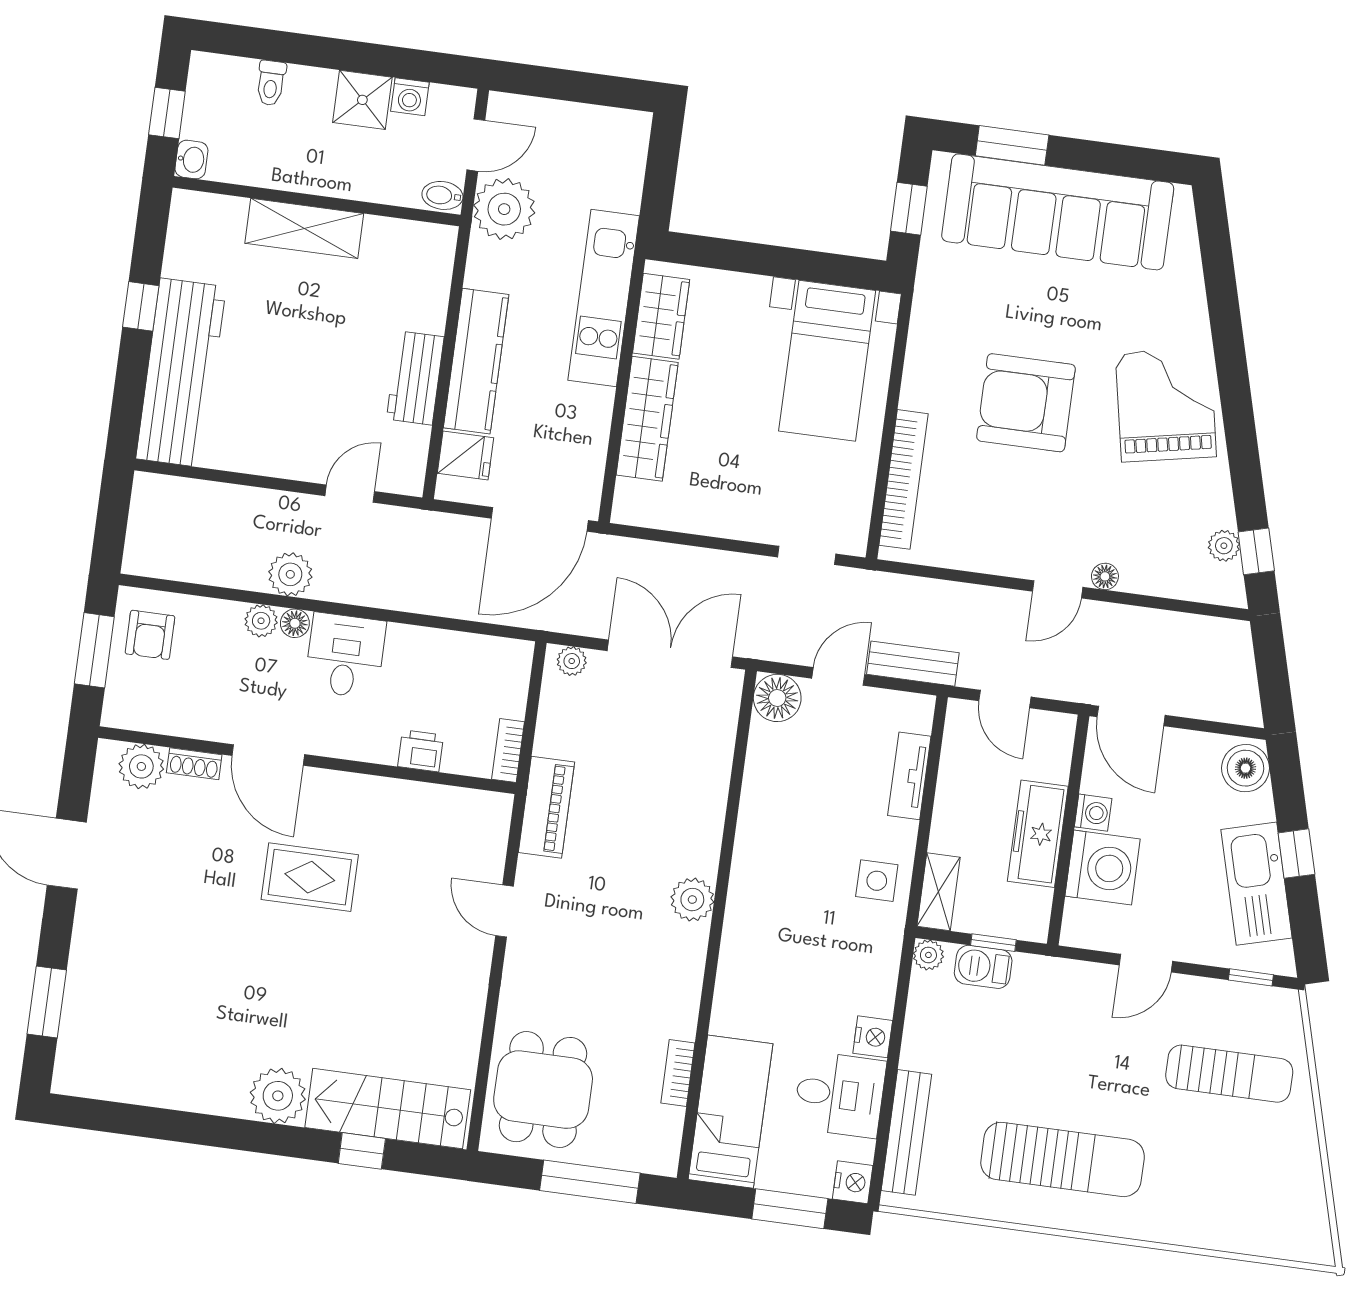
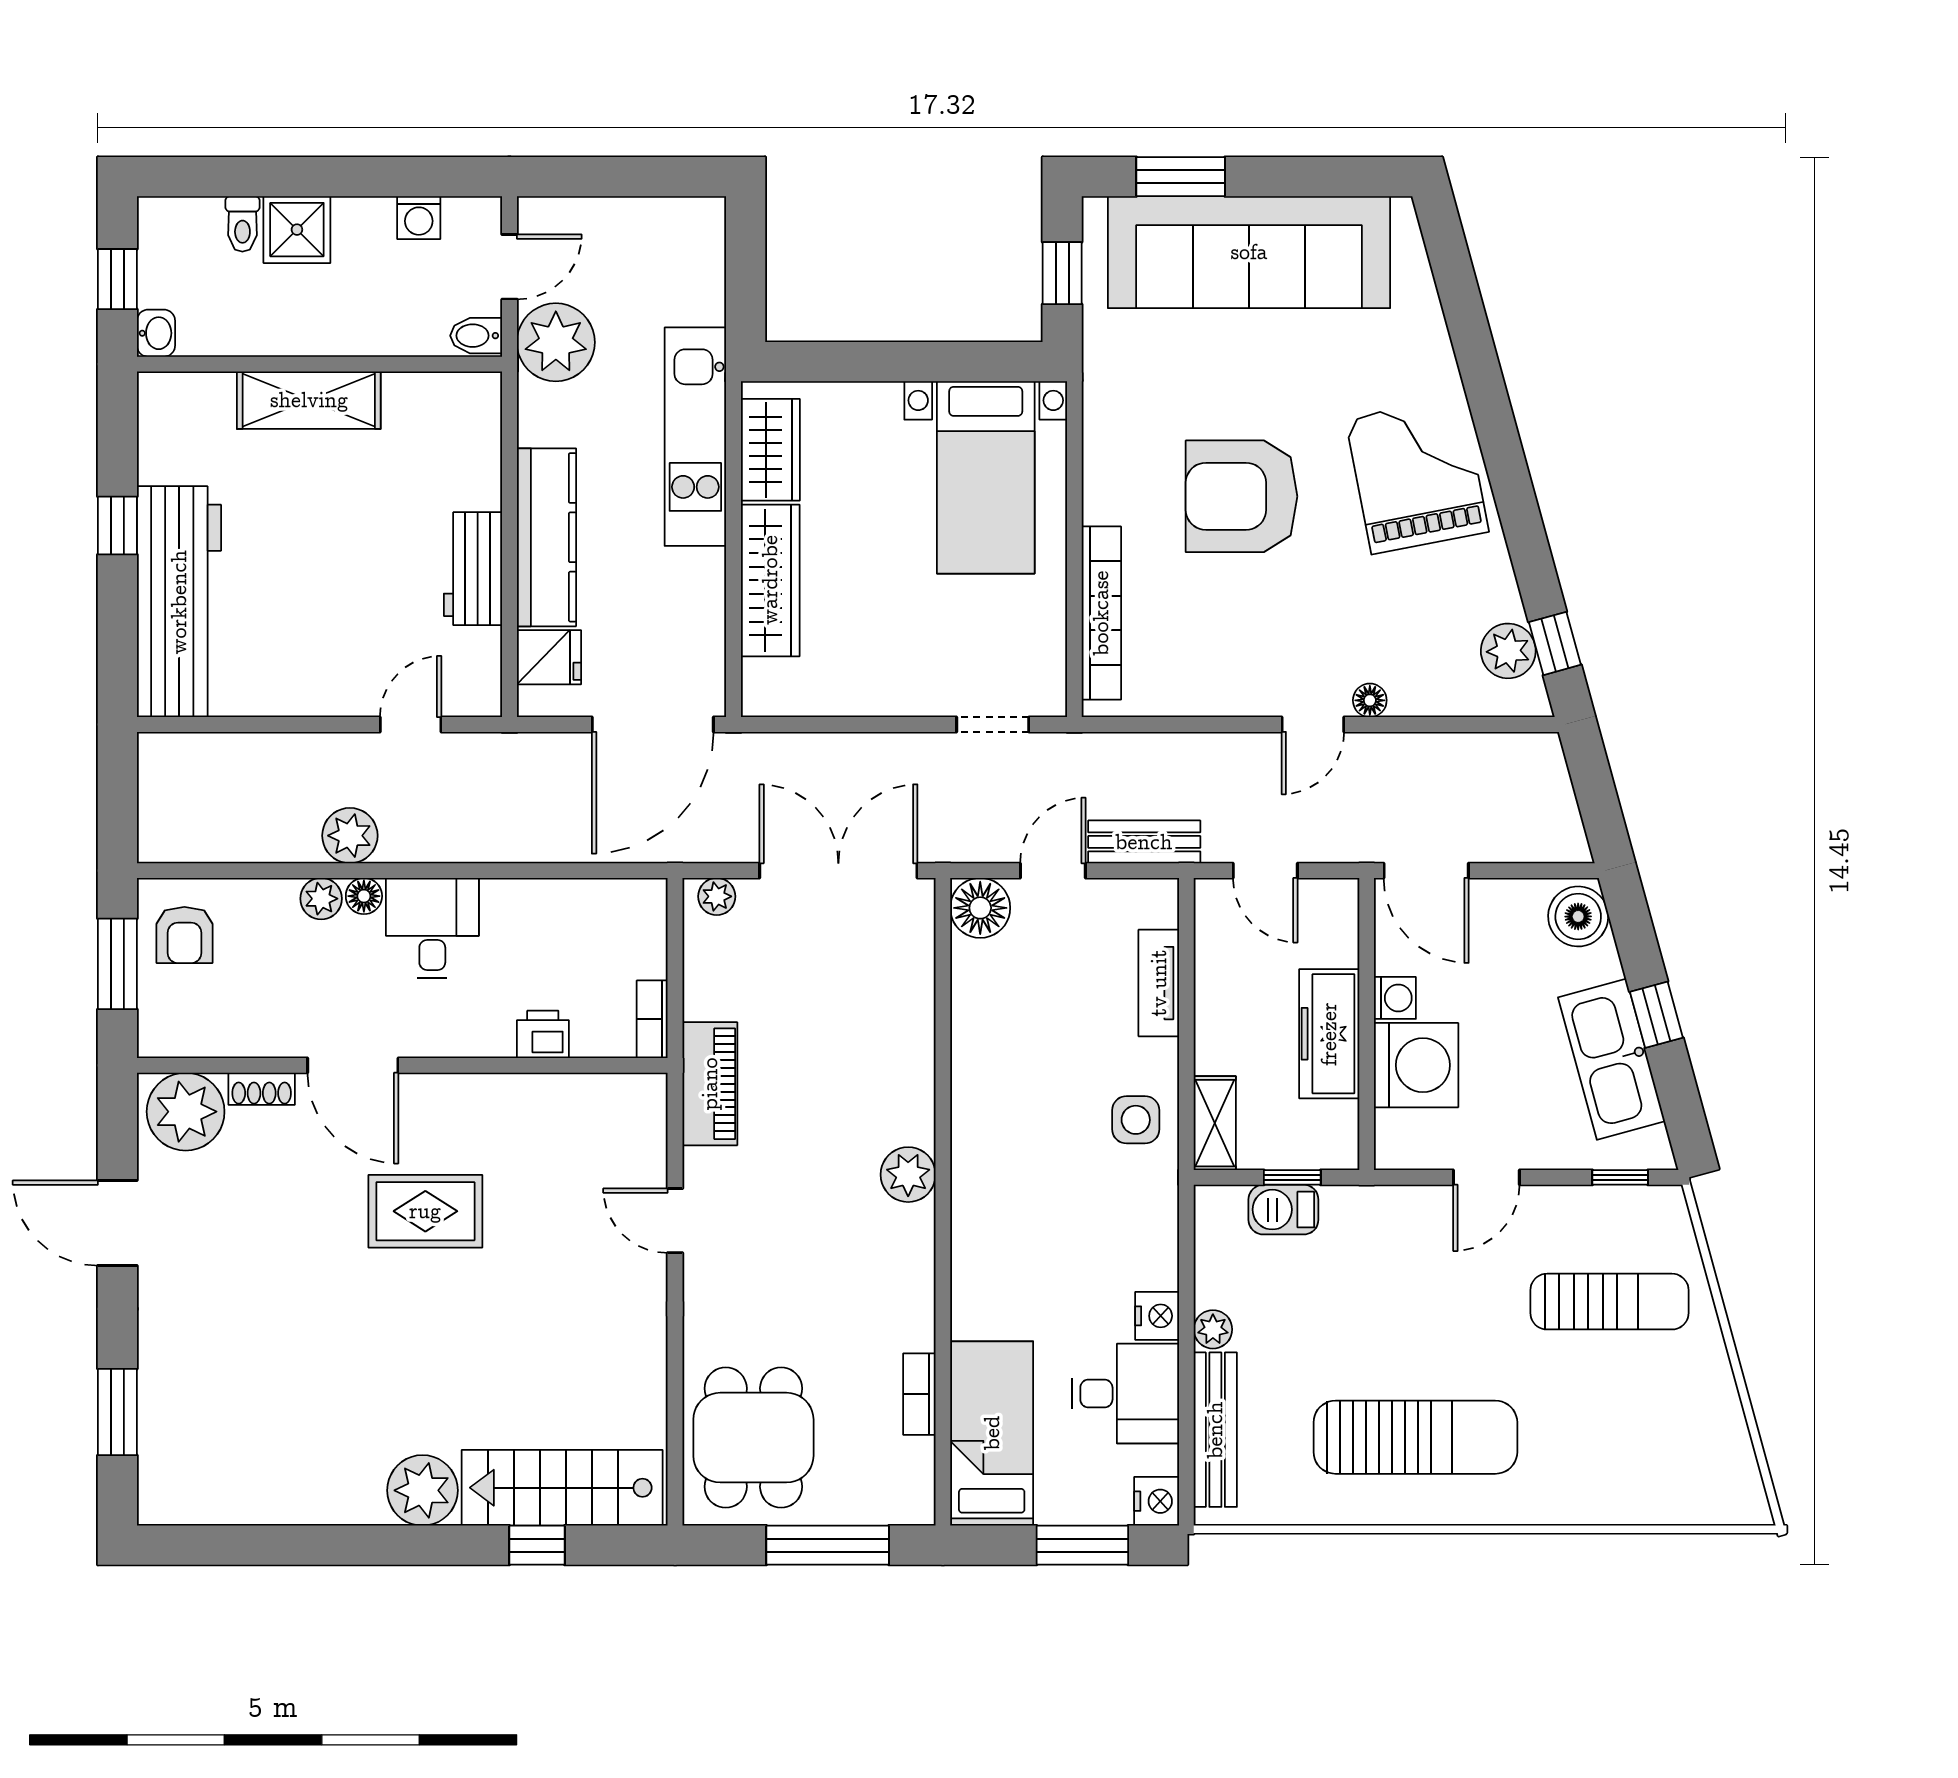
shower: (362, 100) -> (297, 230), moved
plant: (1224, 546) -> (1508, 651), width x1.38, depth x1.38
plant: (141, 766) -> (186, 1112), width x1.36, depth x1.36
plant: (928, 955) -> (1213, 1329), moved

